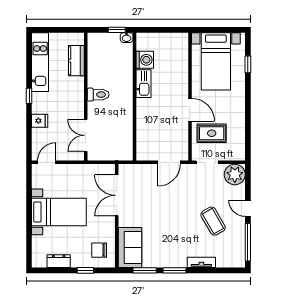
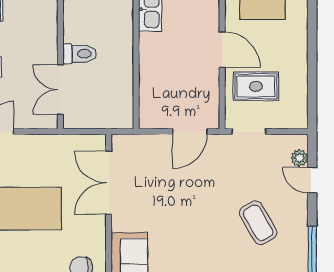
toilet: (98, 95) -> (80, 54), moved
plant: (235, 174) -> (299, 158), width x0.53, depth x0.53
door: (248, 208) -> (312, 180), moved

